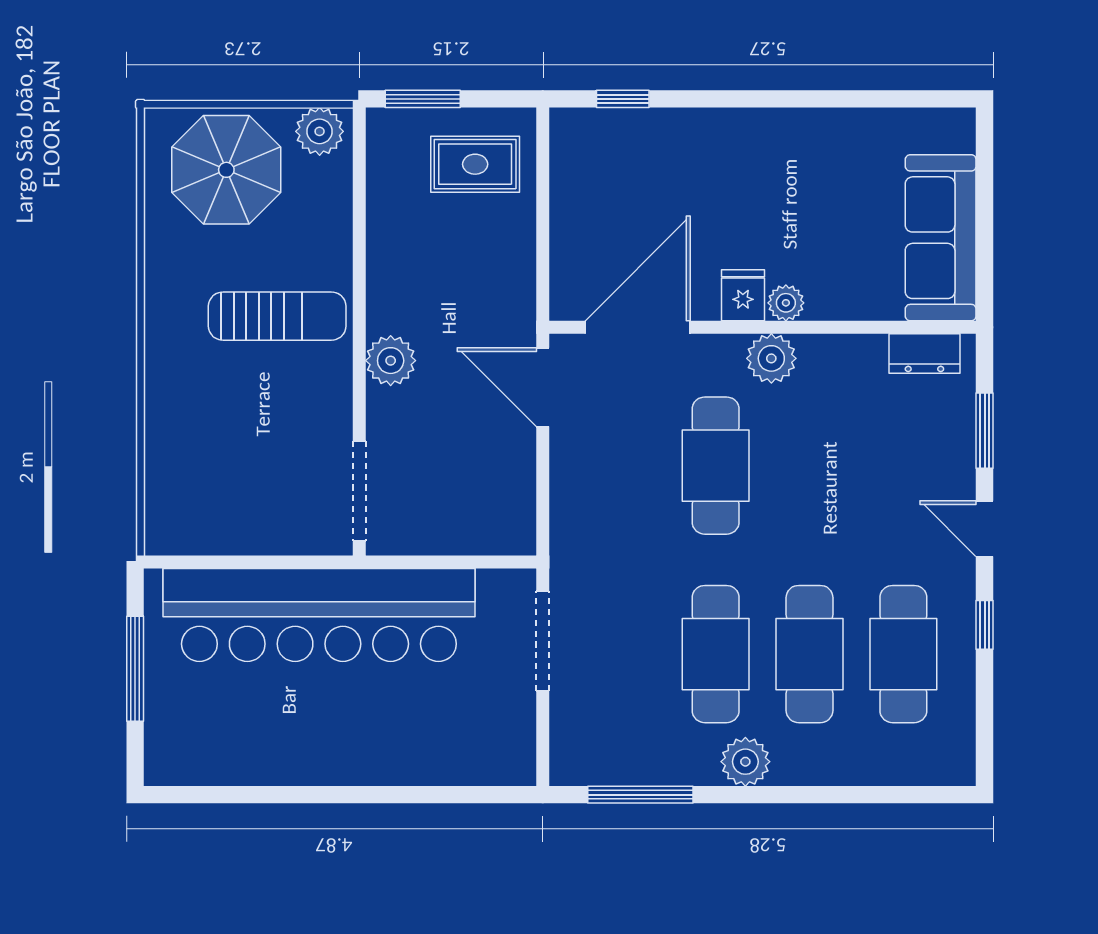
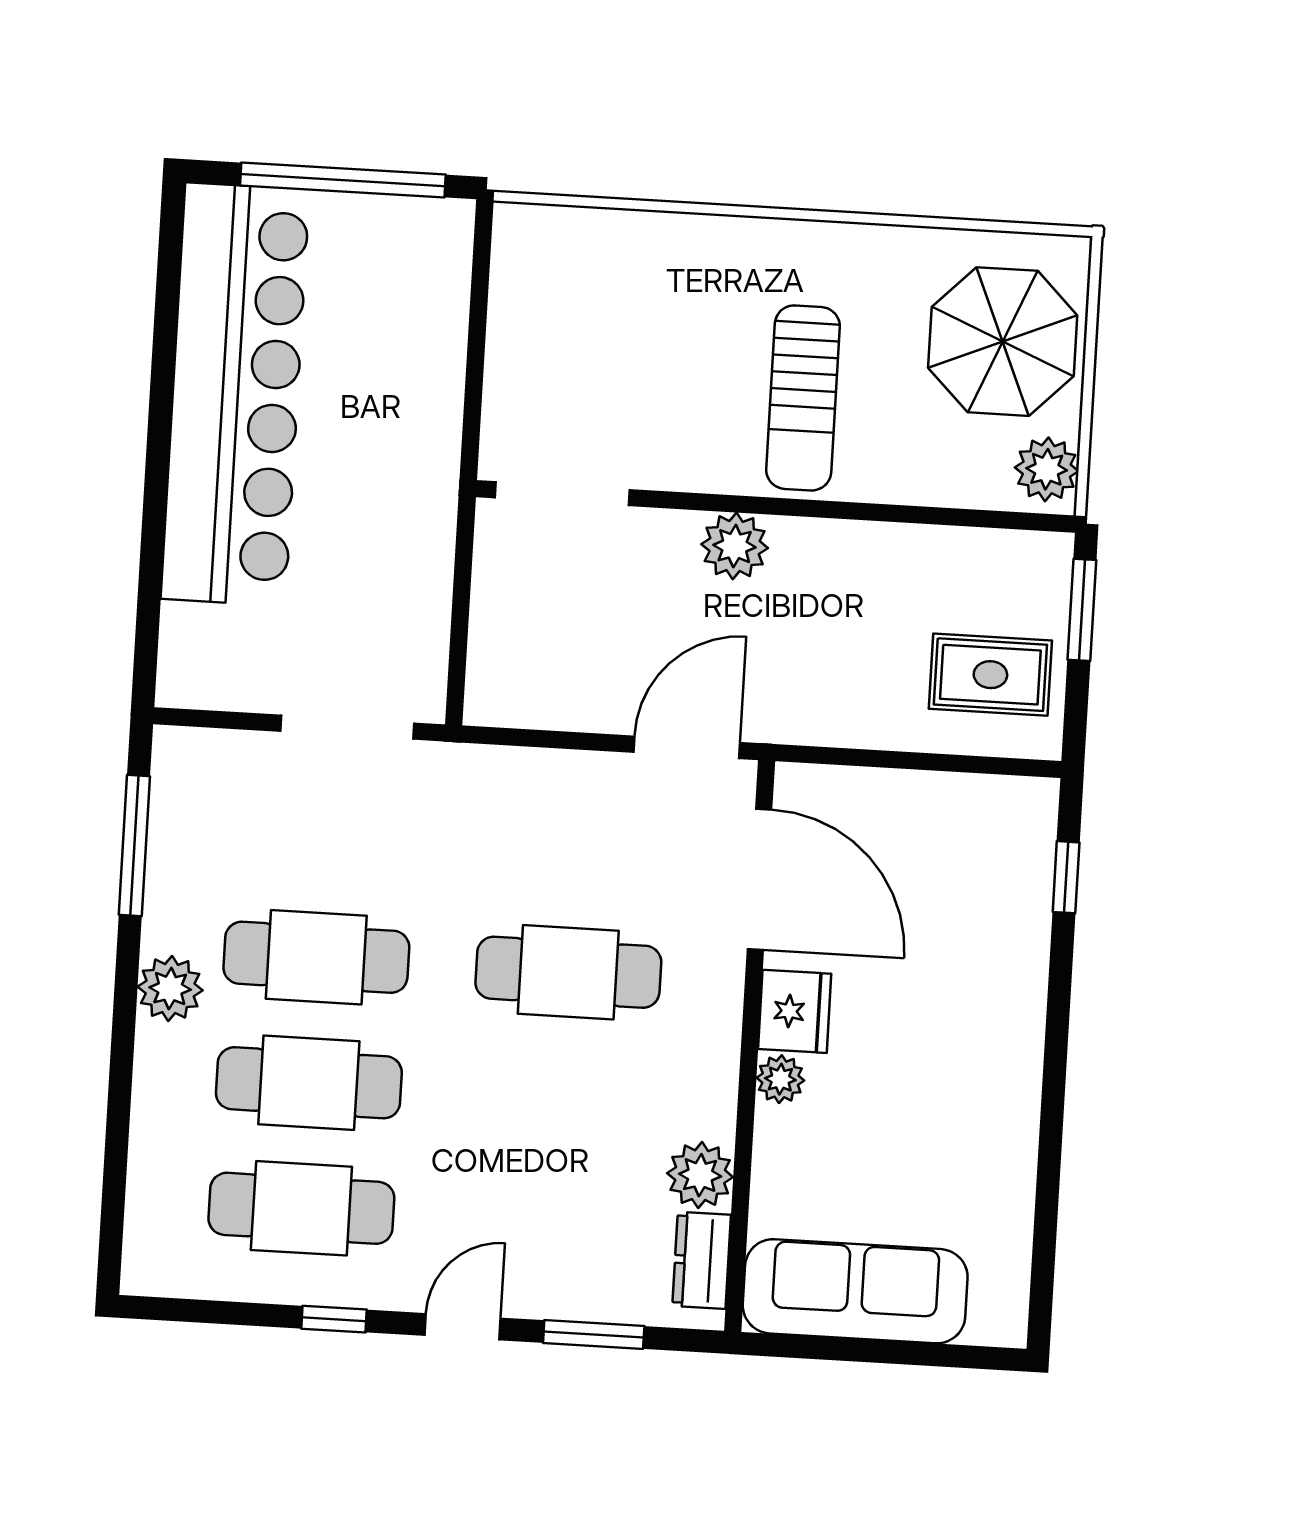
rug: (475, 164) -> (990, 675), turned 90
fridge: (743, 295) -> (795, 1011), width x1.38
plant: (771, 358) -> (700, 1175), moved
bar counter: (319, 615) -> (235, 394), moved, turned 180
window: (135, 669) -> (343, 180), width x1.46

